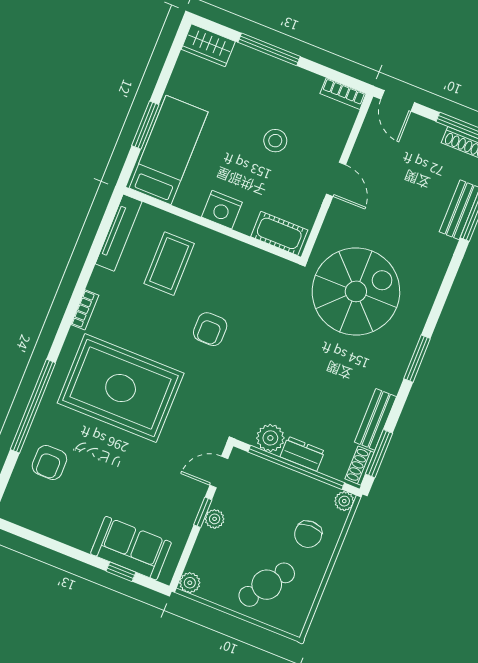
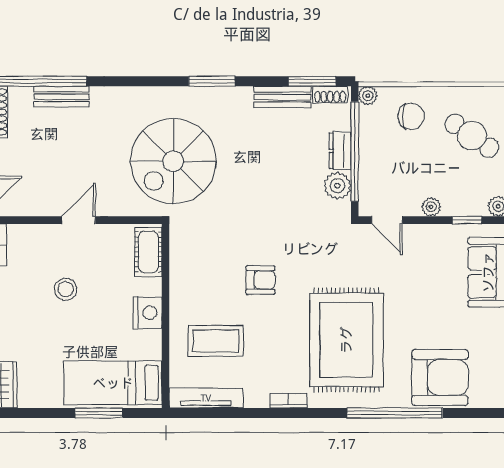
spiral stairs: (356, 291) -> (173, 161), turned -90
armchair: (49, 462) -> (440, 377), width x1.88, depth x1.88
window: (203, 512) -> (467, 220), moved

